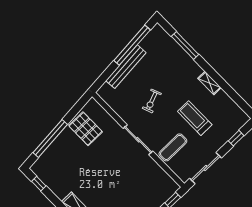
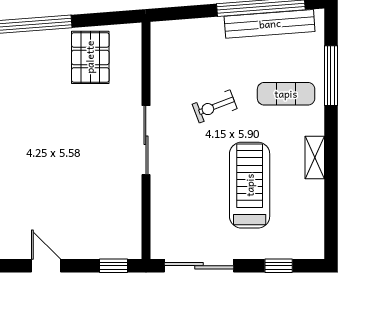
bench: (126, 67) -> (270, 24), moved
treadmill: (195, 118) -> (250, 185), width x1.37, depth x1.38
exercise mat: (173, 147) -> (286, 94), moved

